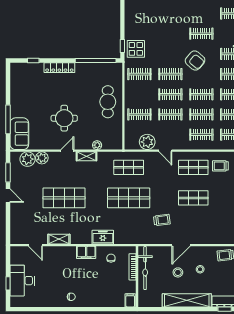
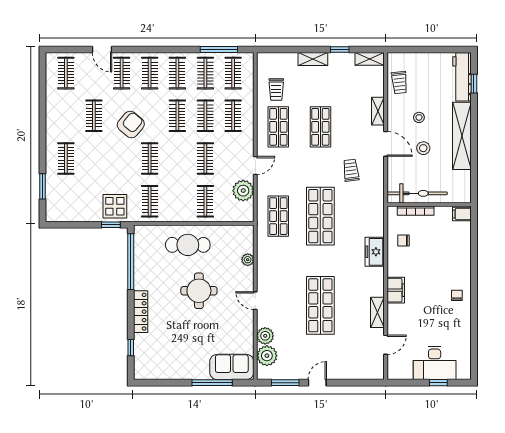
clothes rail: (170, 94) -> (66, 159), moved
round table: (64, 118) -> (199, 291), moved
shelving: (86, 156) -> (378, 111), moved
filing cabinet: (86, 252) -> (396, 290), moved

